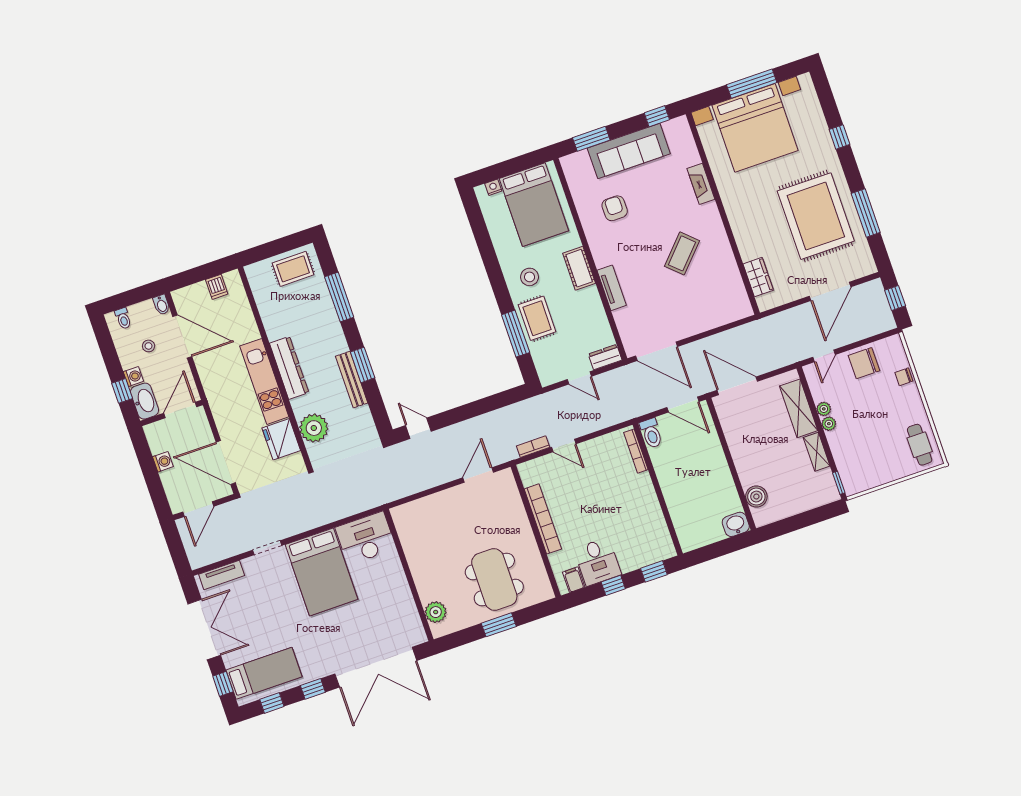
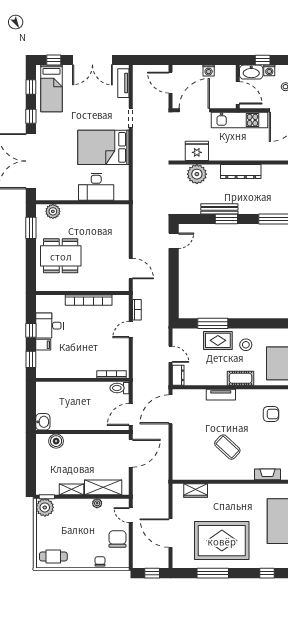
door: (579, 378) -> (171, 354), swing flipped
kitchen unit: (264, 381) -> (240, 120), moved, turned 180
plant: (829, 424) -> (45, 507), moved, width x1.88, depth x1.88
desk: (366, 538) -> (96, 187), moved, turned 90
filing cabinet: (574, 580) -> (43, 345), moved
window: (499, 625) -> (31, 228), moved

